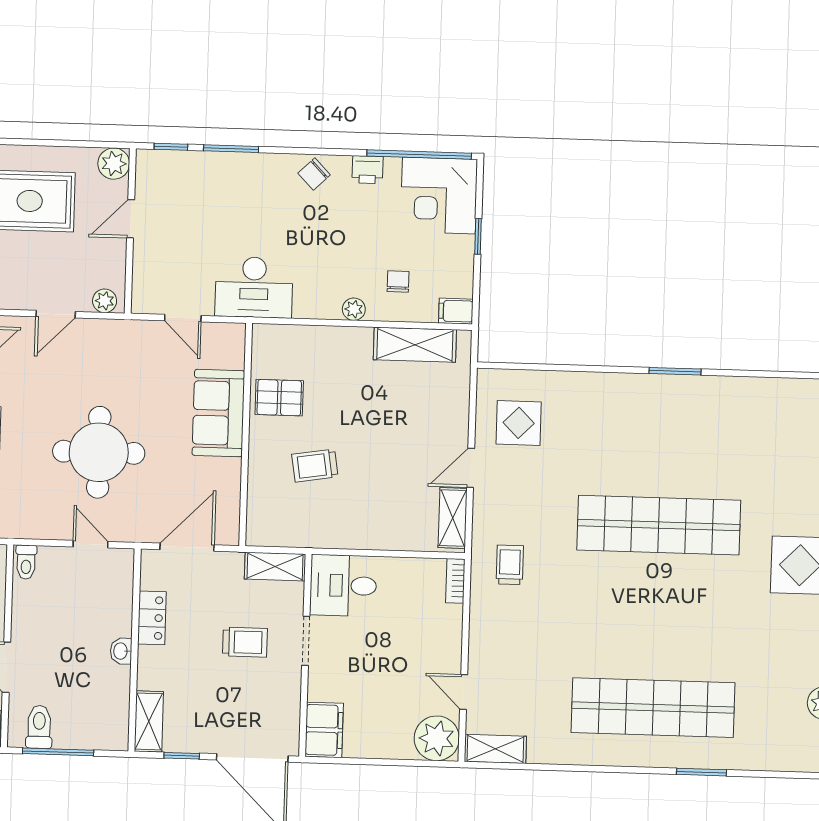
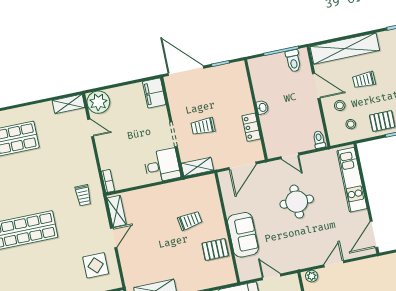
round table: (99, 452) -> (297, 202), width x0.73, depth x0.73
shelving: (149, 721) -> (241, 76), removed

